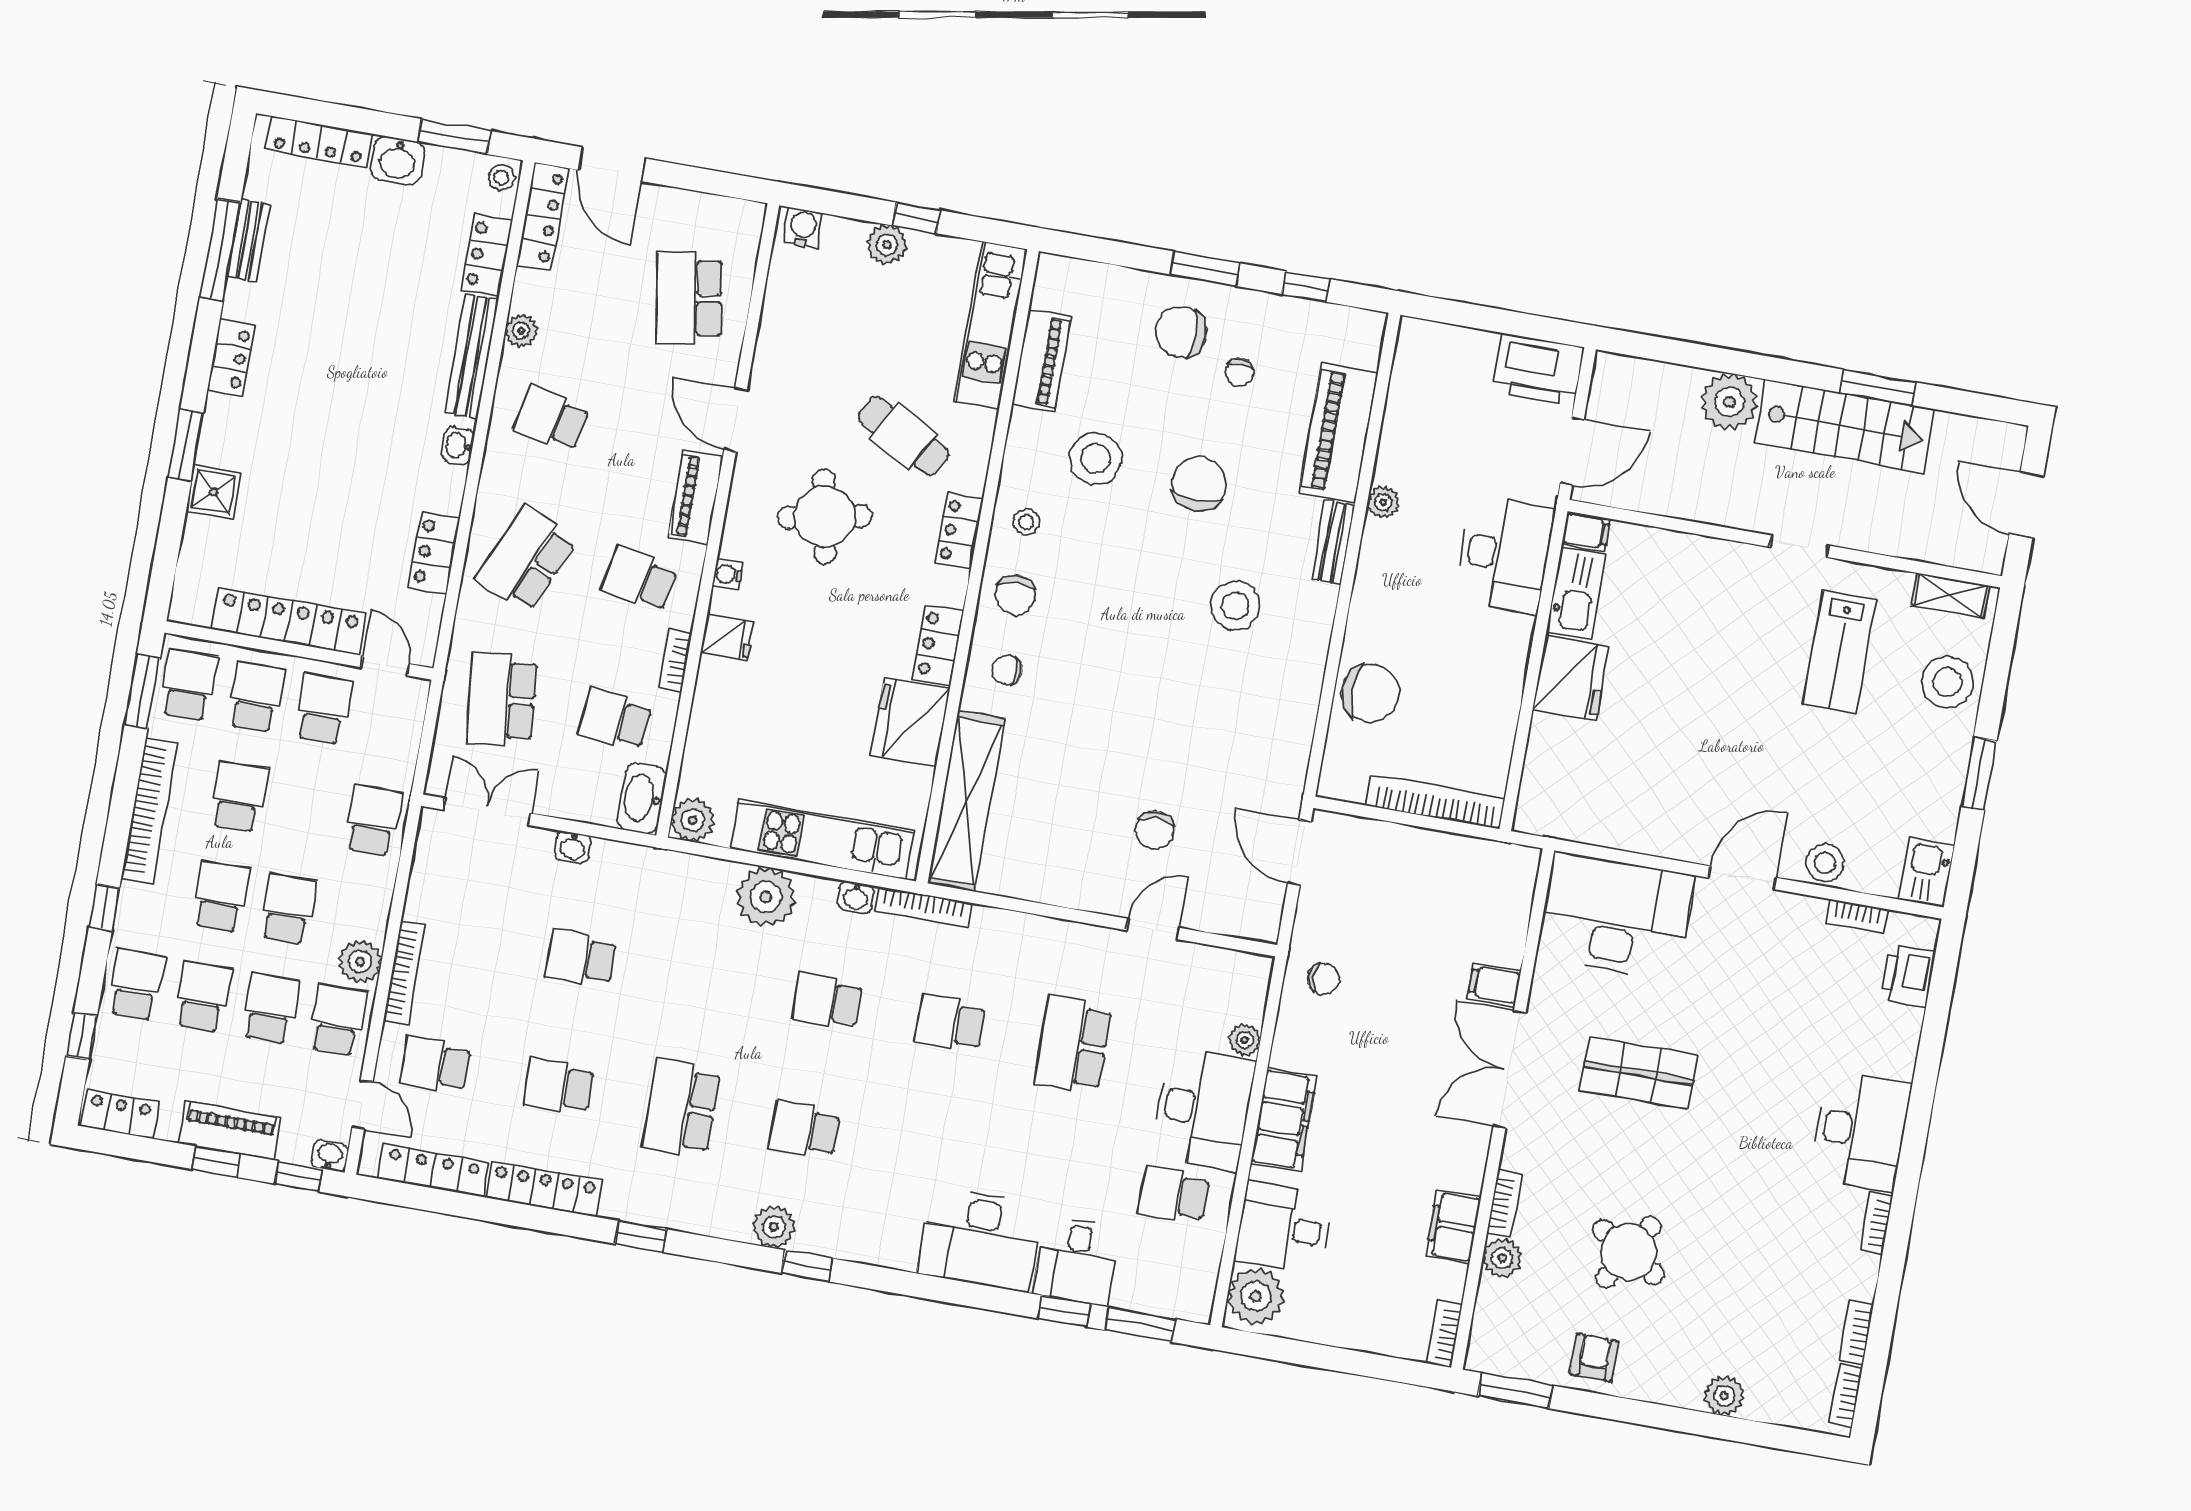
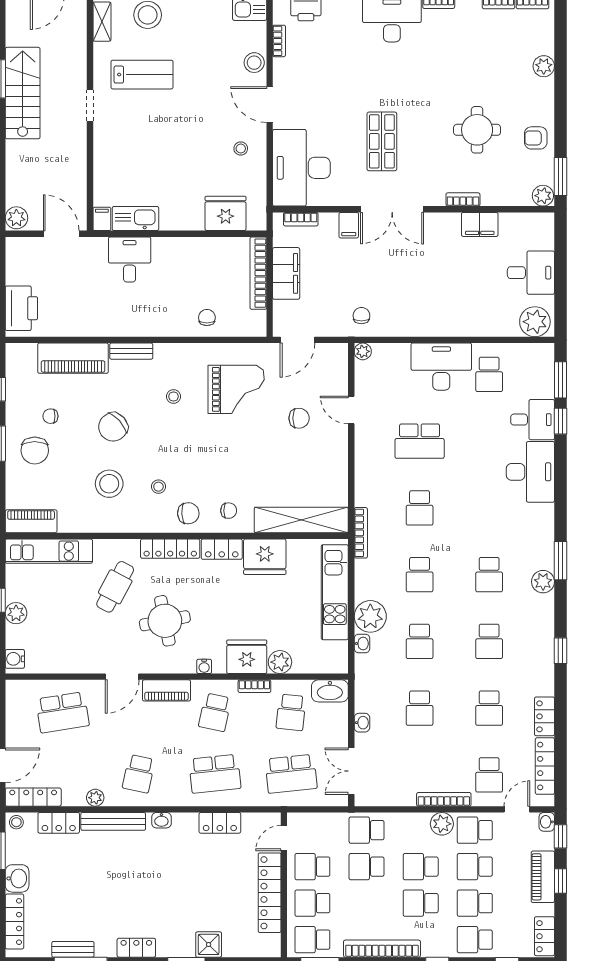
piano: (1041, 360) -> (31, 521), moved
printer: (1538, 370) -> (21, 308), moved
chair: (1239, 372) -> (50, 416), turned 180
plant: (1729, 402) -> (16, 218), moved, width x0.73, depth x0.73
chair: (1199, 484) -> (113, 427), turned -42
plant: (1383, 502) -> (105, 328), removed
stool: (1026, 522) -> (158, 487), moved
locker: (959, 531) -> (170, 549), width x1.53
desk: (1505, 555) -> (130, 260), width x0.73
school desk: (526, 559) -> (215, 774), turned -30
stool: (1235, 606) -> (173, 396), width x0.53, depth x0.53
fridge: (727, 637) -> (247, 657), width x1.88, depth x1.34
chair: (1007, 670) -> (229, 511), turned -90
fridge: (1571, 678) -> (226, 213), moved
chair: (1370, 693) -> (207, 318), width x0.54, depth x0.54
grand piano: (1228, 723) -> (236, 389), added
school desk: (238, 797) -> (367, 867), moved
stool: (1671, 810) -> (241, 149), added
plant: (693, 820) -> (280, 662), moved
washbasin: (855, 897) -> (362, 644), moved
school desk: (704, 980) -> (420, 641), added
plant: (1245, 1040) -> (363, 351), moved
school desk: (681, 1108) -> (489, 641), width x0.54
filing cabinet: (1284, 1120) -> (286, 273), moved, turned 90
locker: (544, 1189) -> (544, 716), width x0.66
desk: (1284, 1228) -> (531, 273), moved, turned -90
round table: (1629, 1252) -> (477, 130), turned -31
plant: (1502, 1258) -> (543, 196), moved
window: (807, 1266) -> (560, 561), width x1.50
bookcase: (1444, 1334) -> (301, 219), moved

